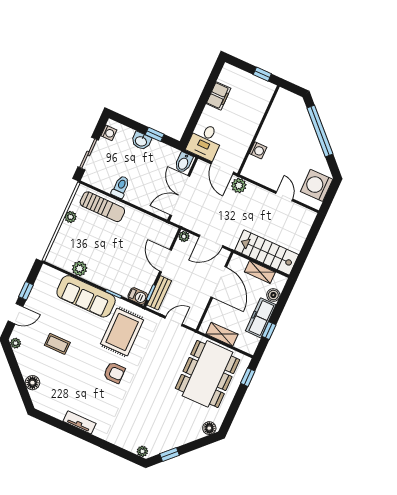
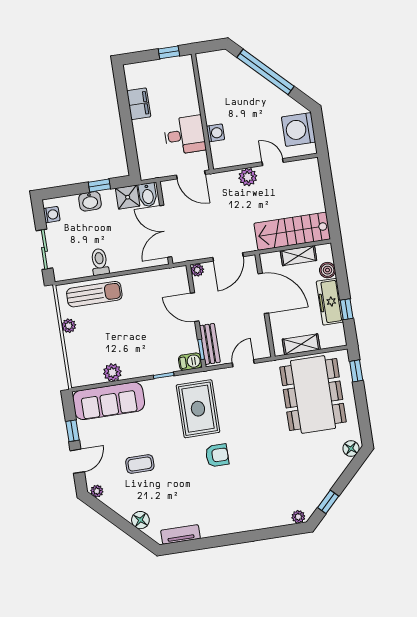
desk: (205, 141) -> (185, 135), moved, turned -90
shower: (169, 155) -> (128, 197), added
plant: (239, 185) -> (248, 177), moved
sofa: (86, 296) -> (109, 401), moved
tv unit: (80, 422) -> (180, 534), moved

